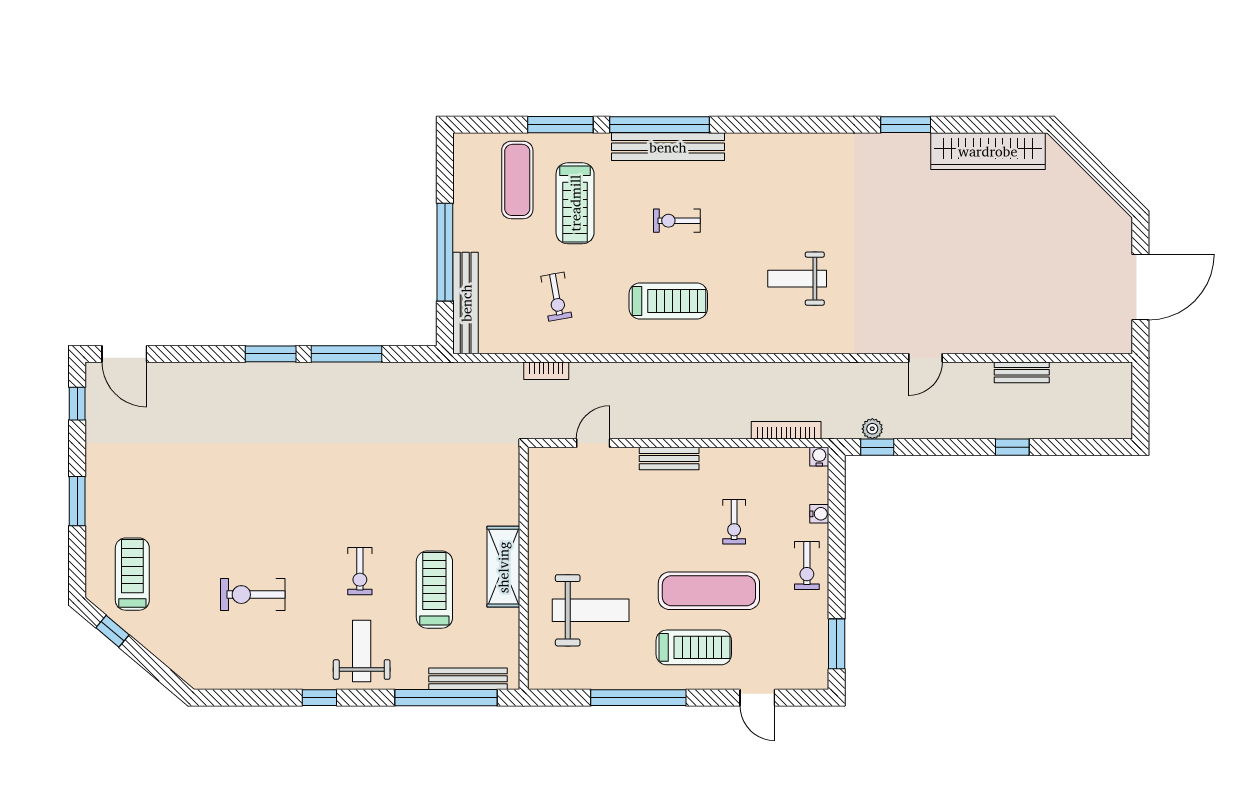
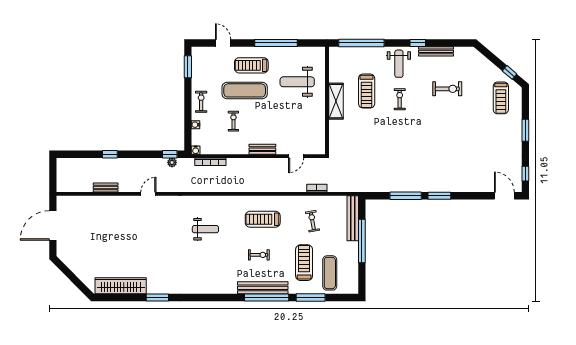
bench: (468, 679) -> (436, 51), moved

